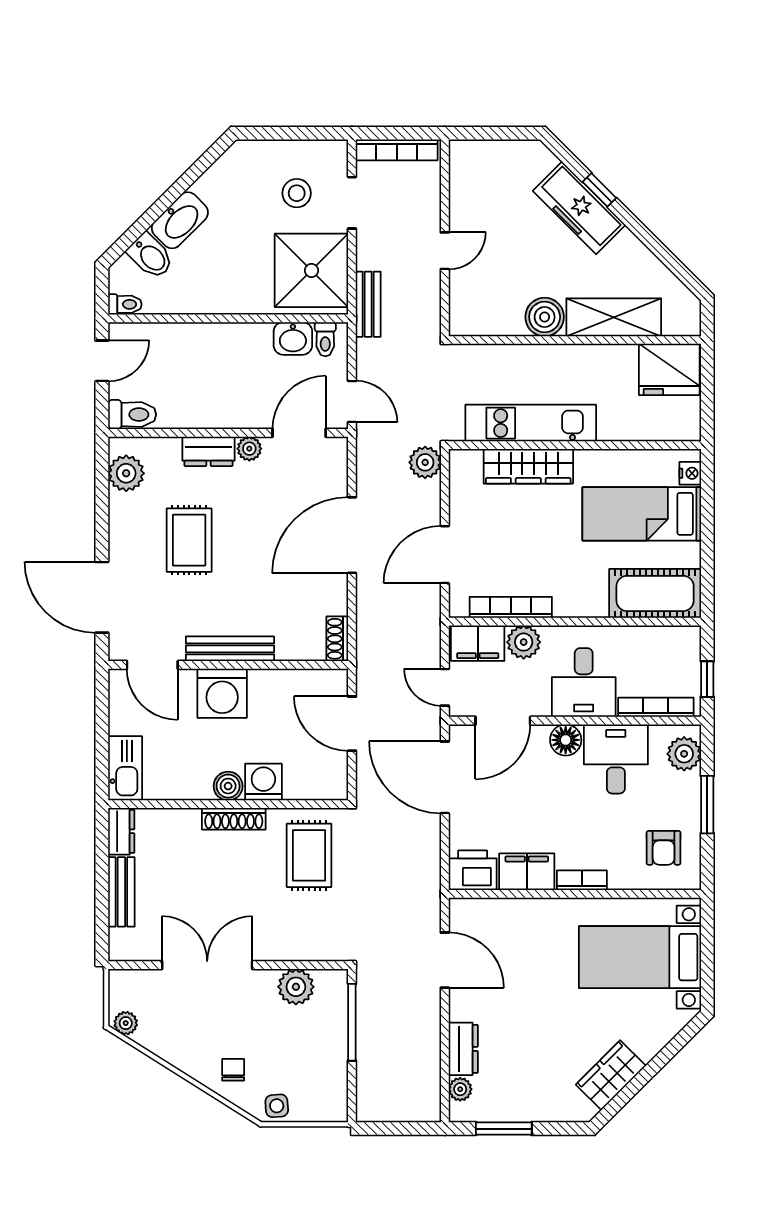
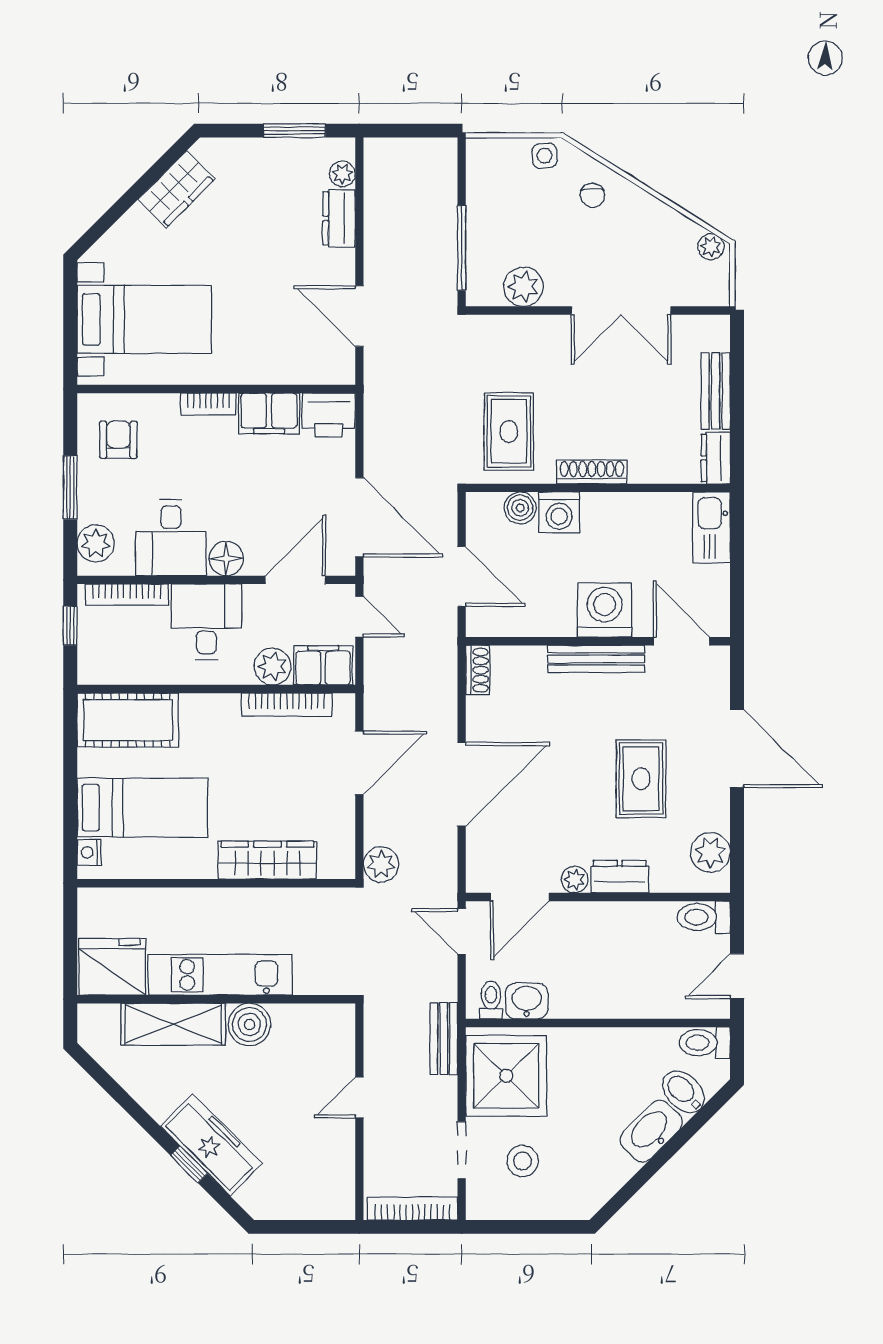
toilet: (125, 304) -> (705, 1043), width x1.37, depth x1.39
kitchen unit: (531, 423) -> (220, 975), moved, turned 180
door: (102, 597) -> (737, 749), moved
boiler: (228, 786) -> (520, 508), moved

